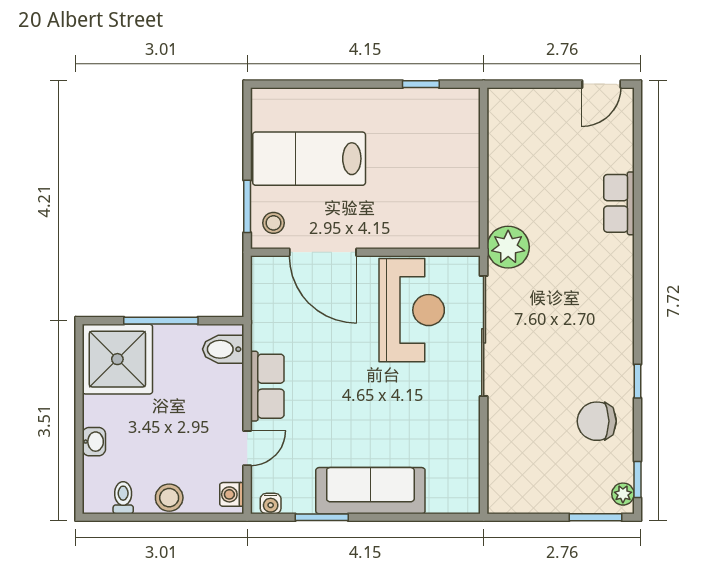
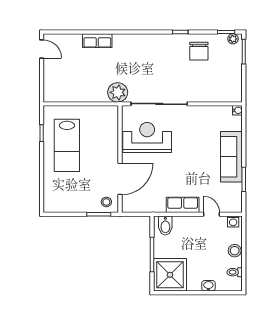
lab bench: (309, 159) -> (67, 145), moved
water cooler: (271, 504) -> (237, 110), moved

